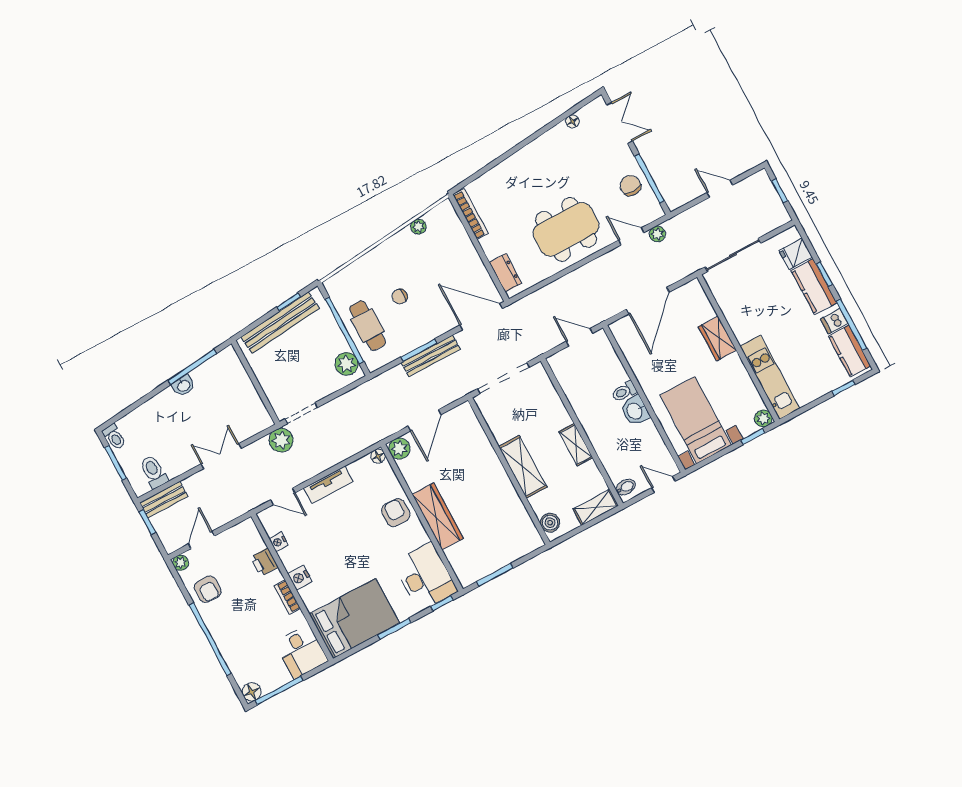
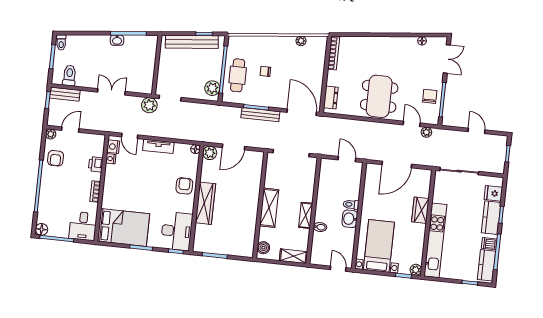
dining table: (566, 229) -> (379, 96), turned 90
kitchen unit: (770, 377) -> (435, 240), width x1.36
bidet: (626, 487) -> (320, 227), moved
nightstand: (300, 577) -> (113, 147), moved

